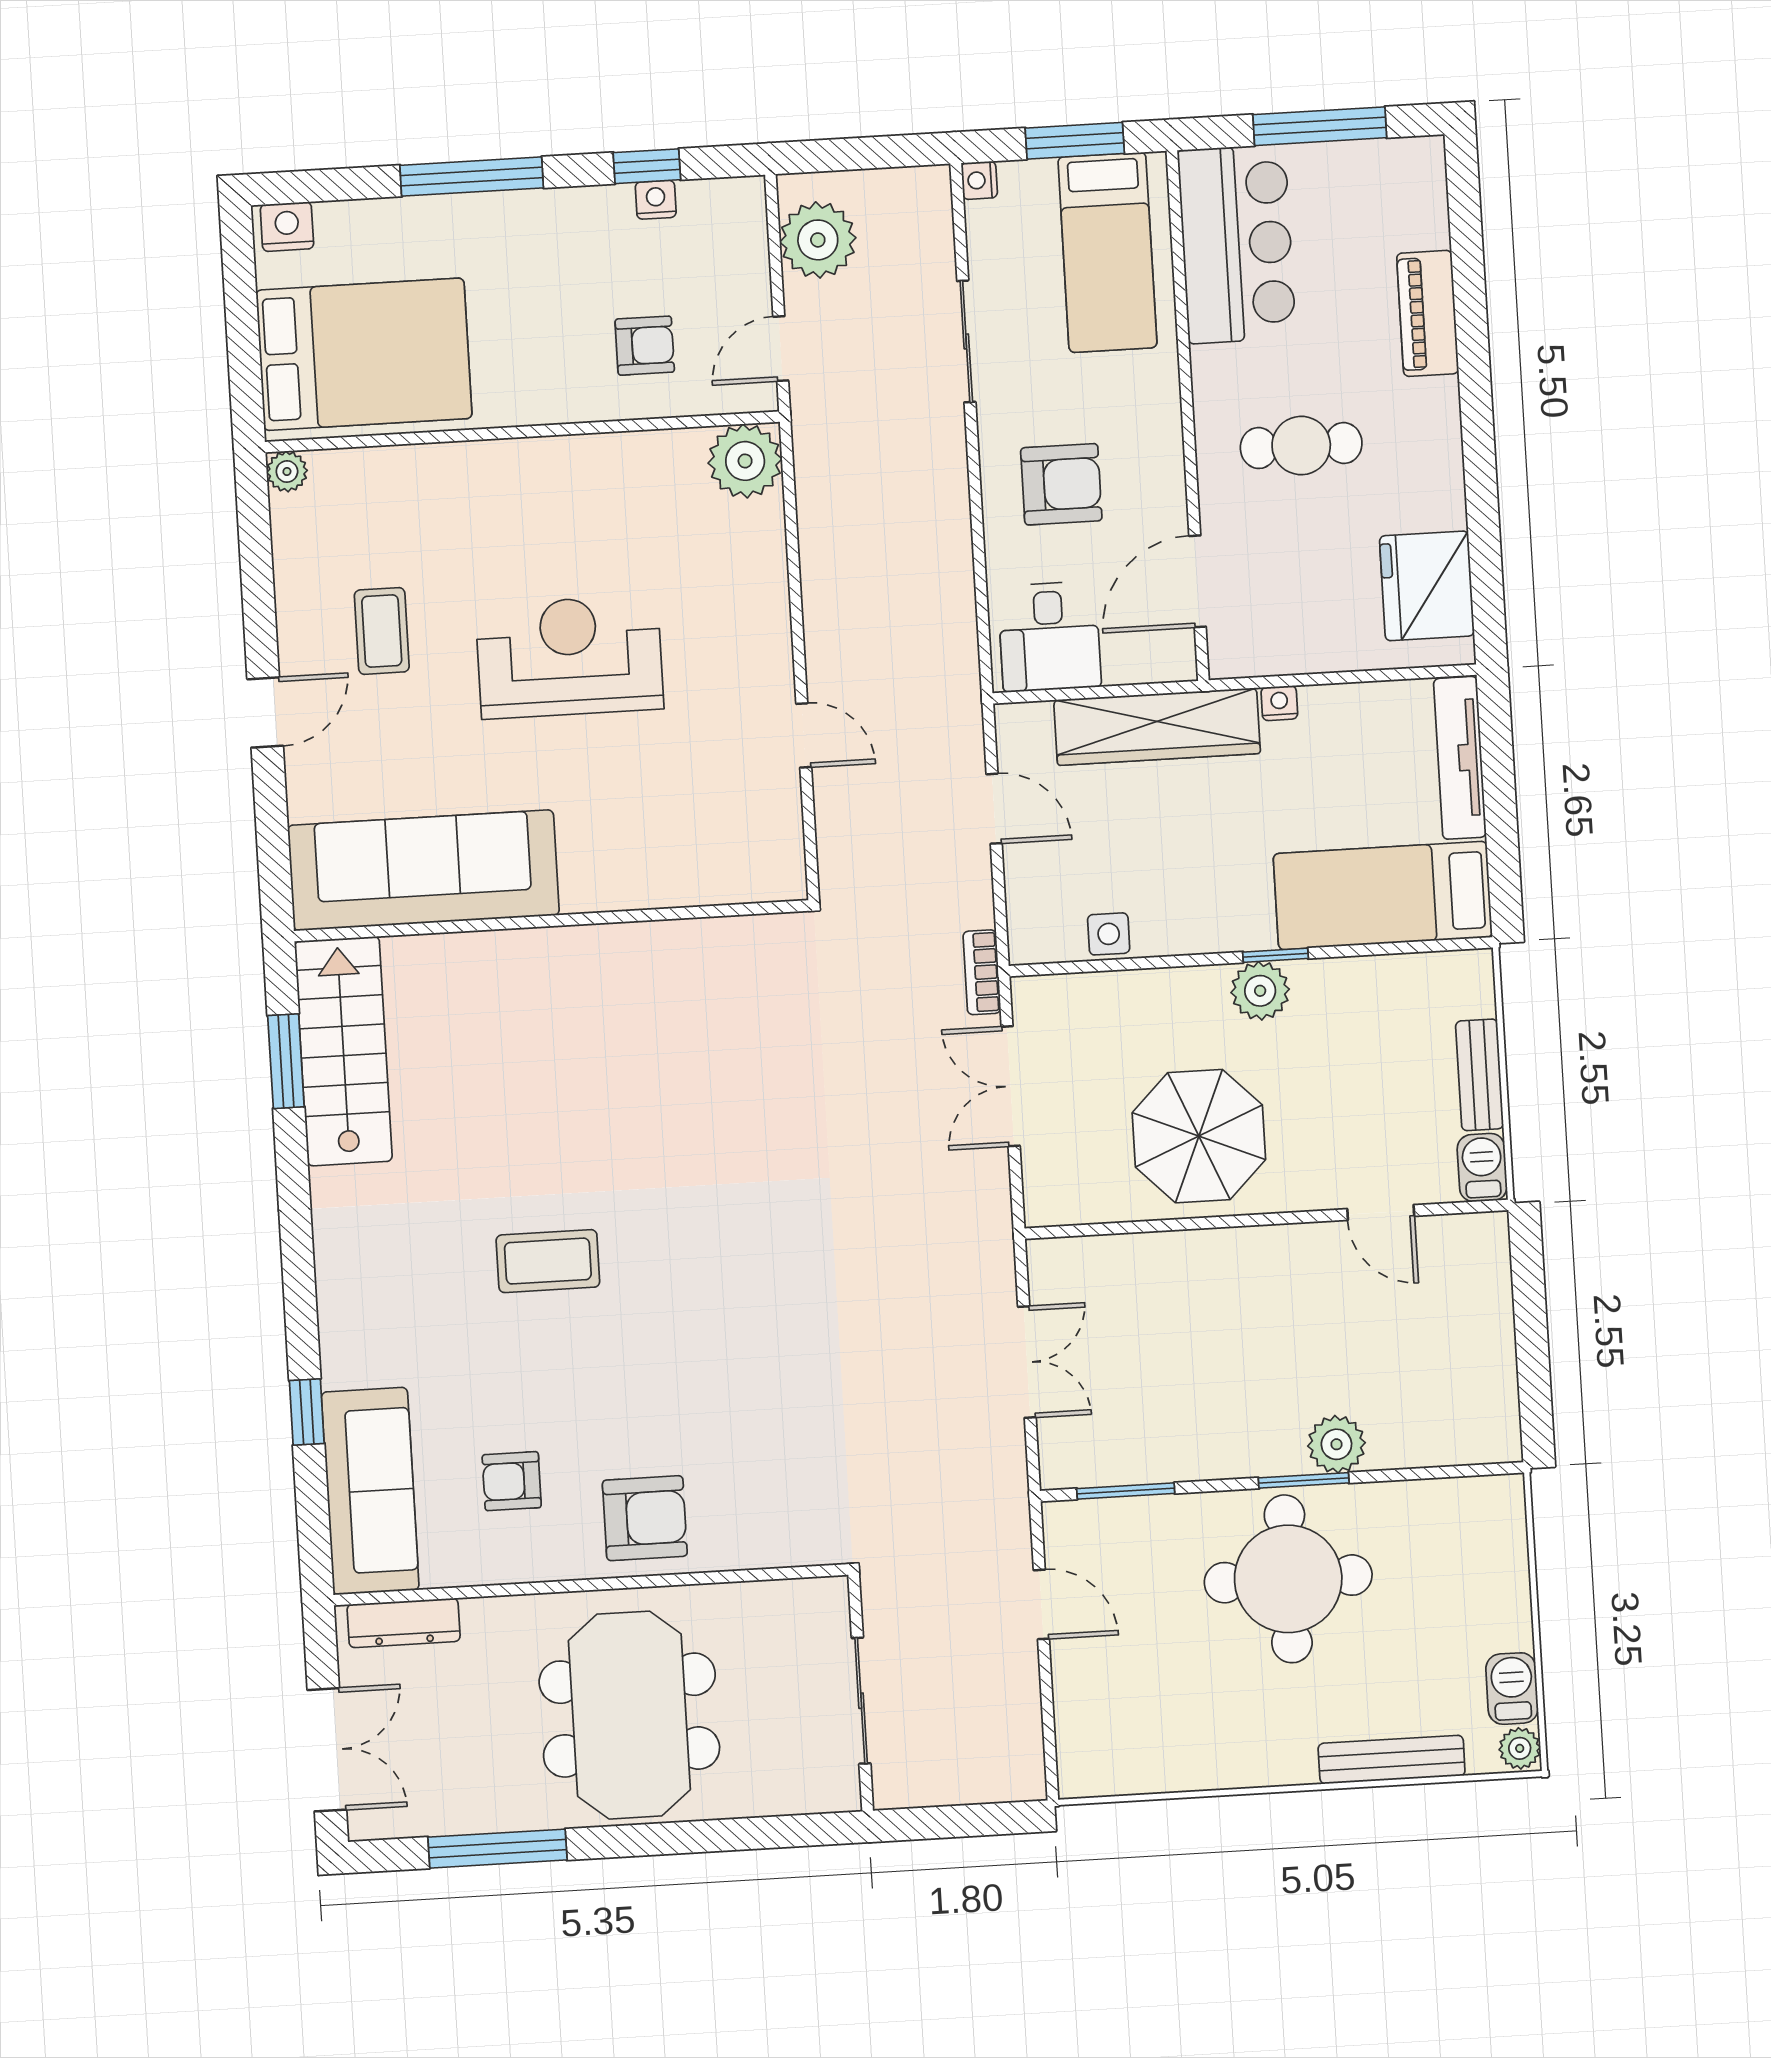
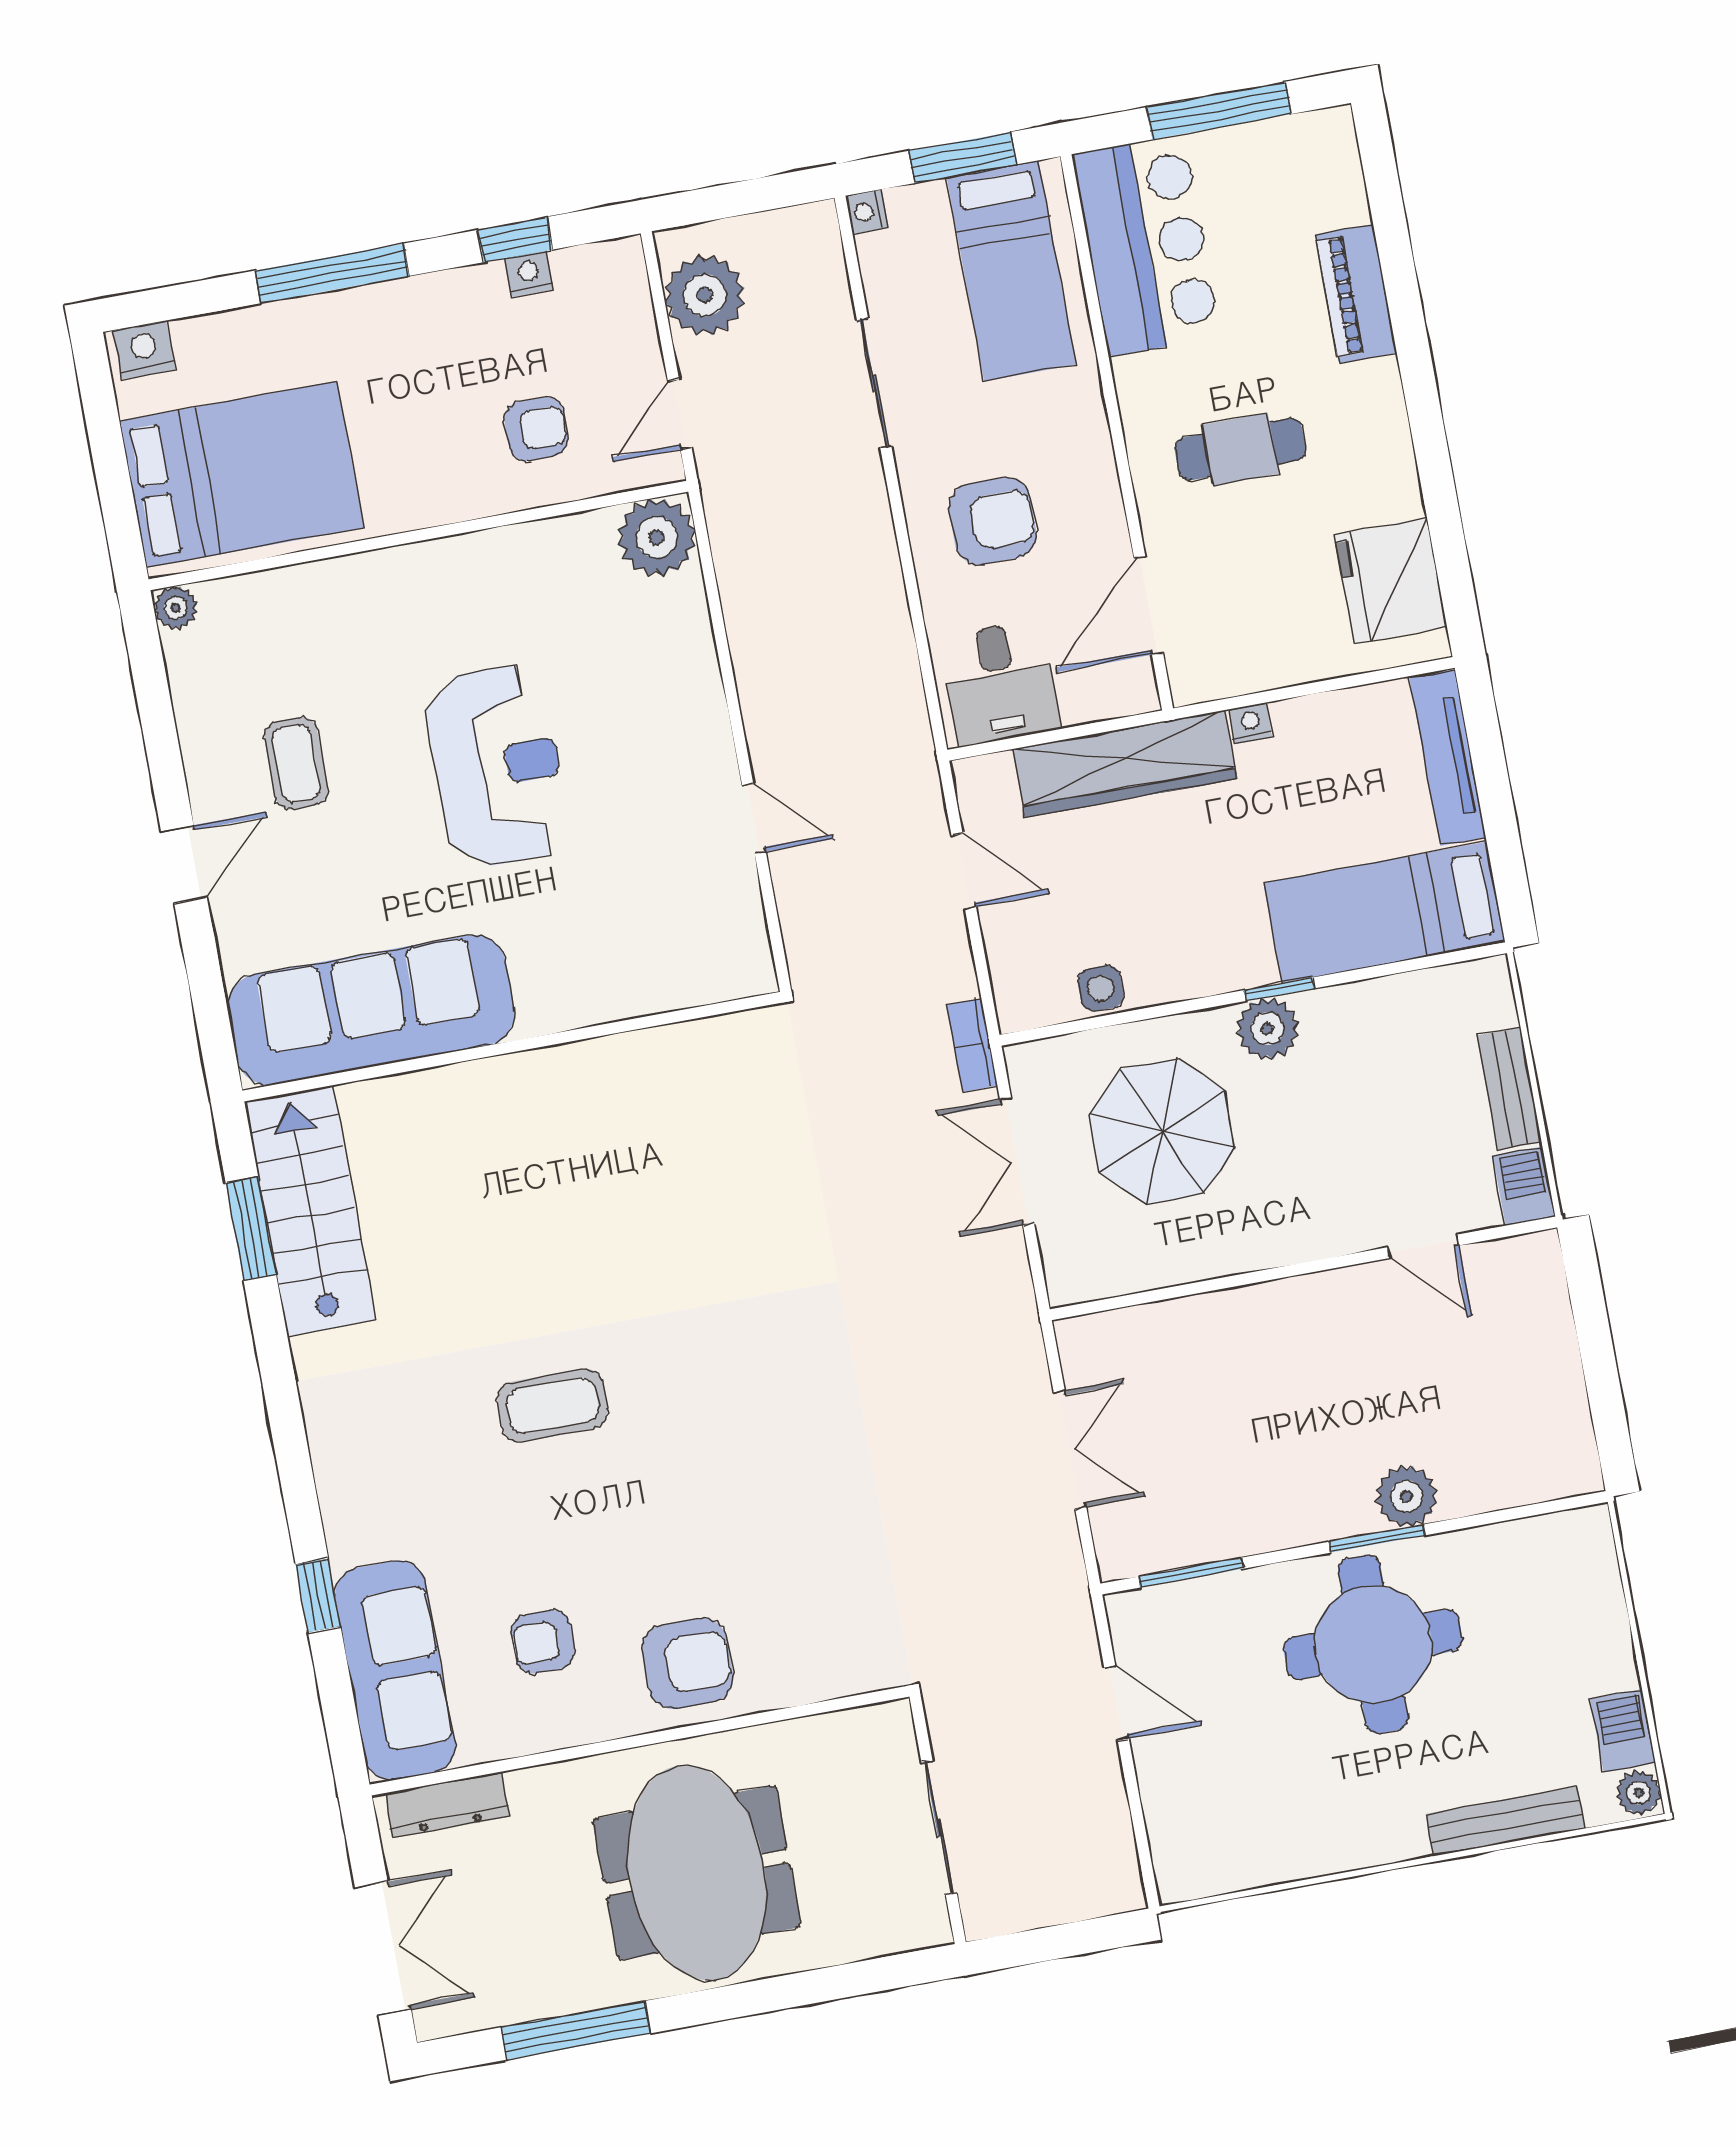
reception desk: (570, 657) -> (497, 766), turned 90
parasol: (1199, 1136) -> (1162, 1132), moved

